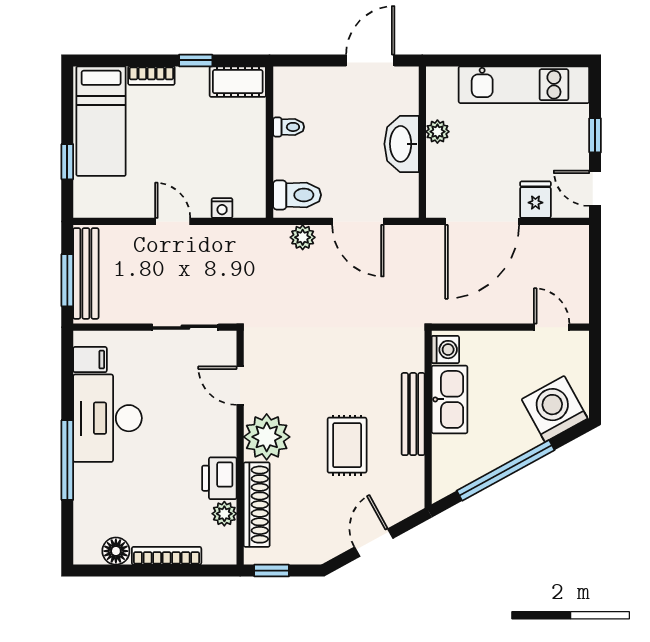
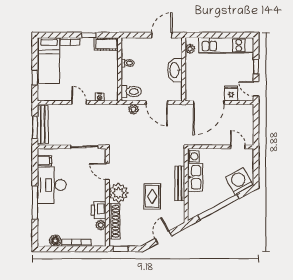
plant: (437, 132) -> (190, 49), moved

